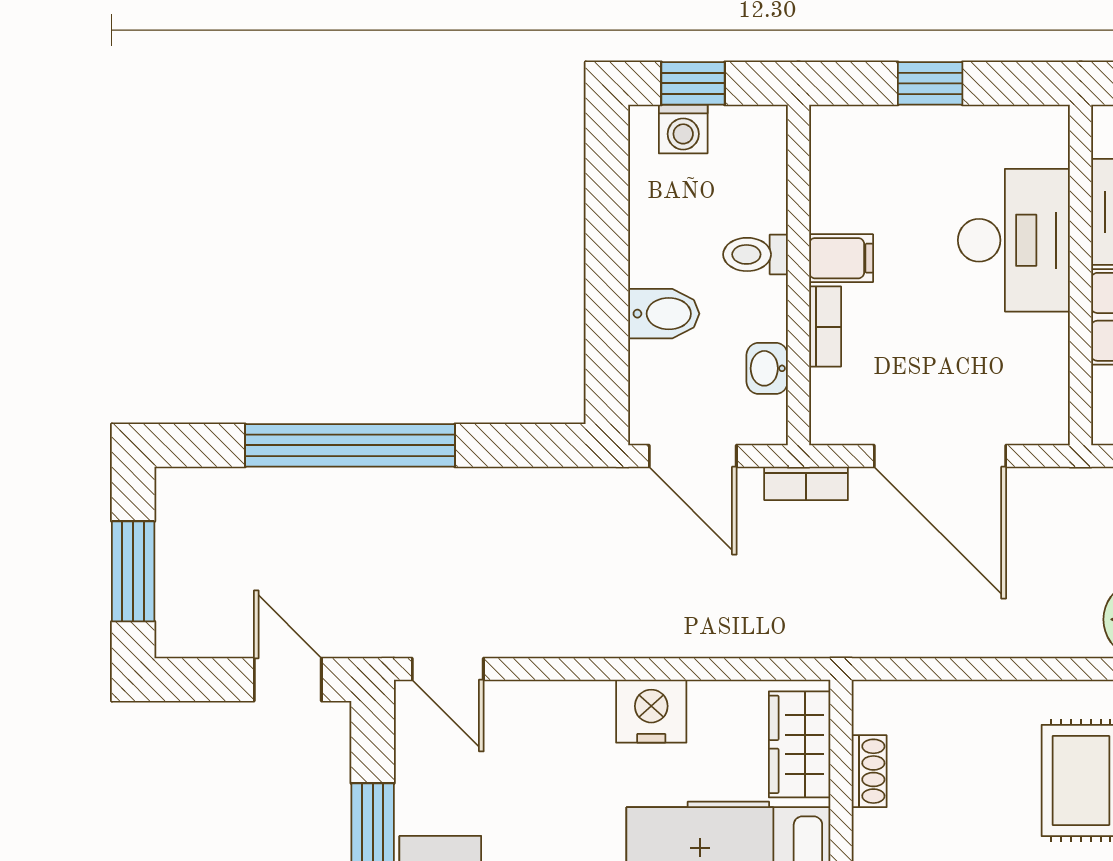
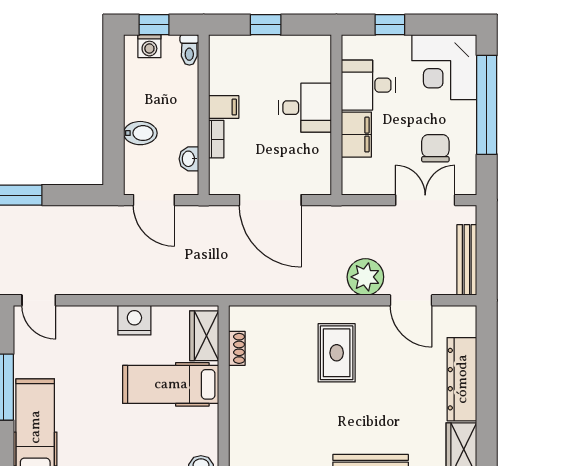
desk: (1014, 240) -> (305, 108), width x0.73
toilet: (755, 254) -> (189, 50), moved, turned -90
bookcase: (806, 483) -> (207, 213), removed

